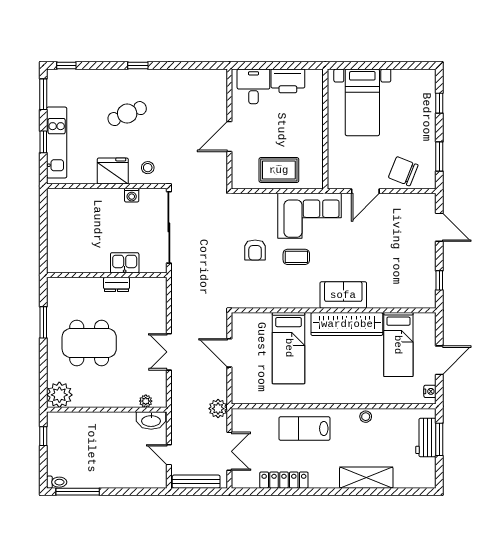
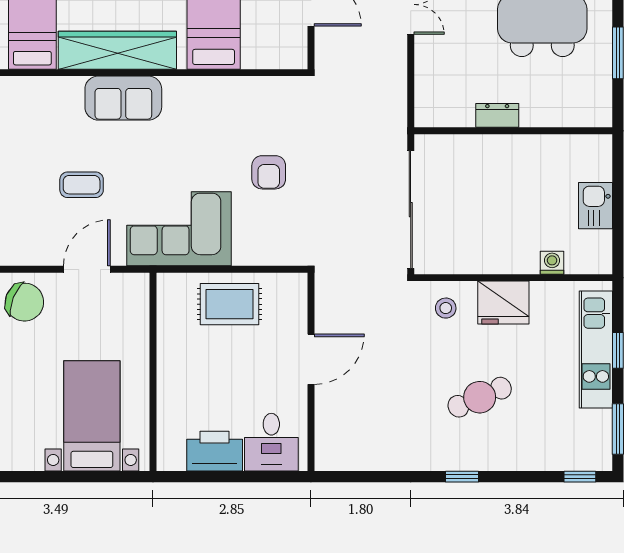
washing machine: (132, 195) -> (552, 263), moved
armchair: (255, 250) -> (269, 172), turned 180
coffee table: (296, 257) -> (82, 185), moved
kitchen sink: (125, 263) -> (595, 206), moved, turned 90

